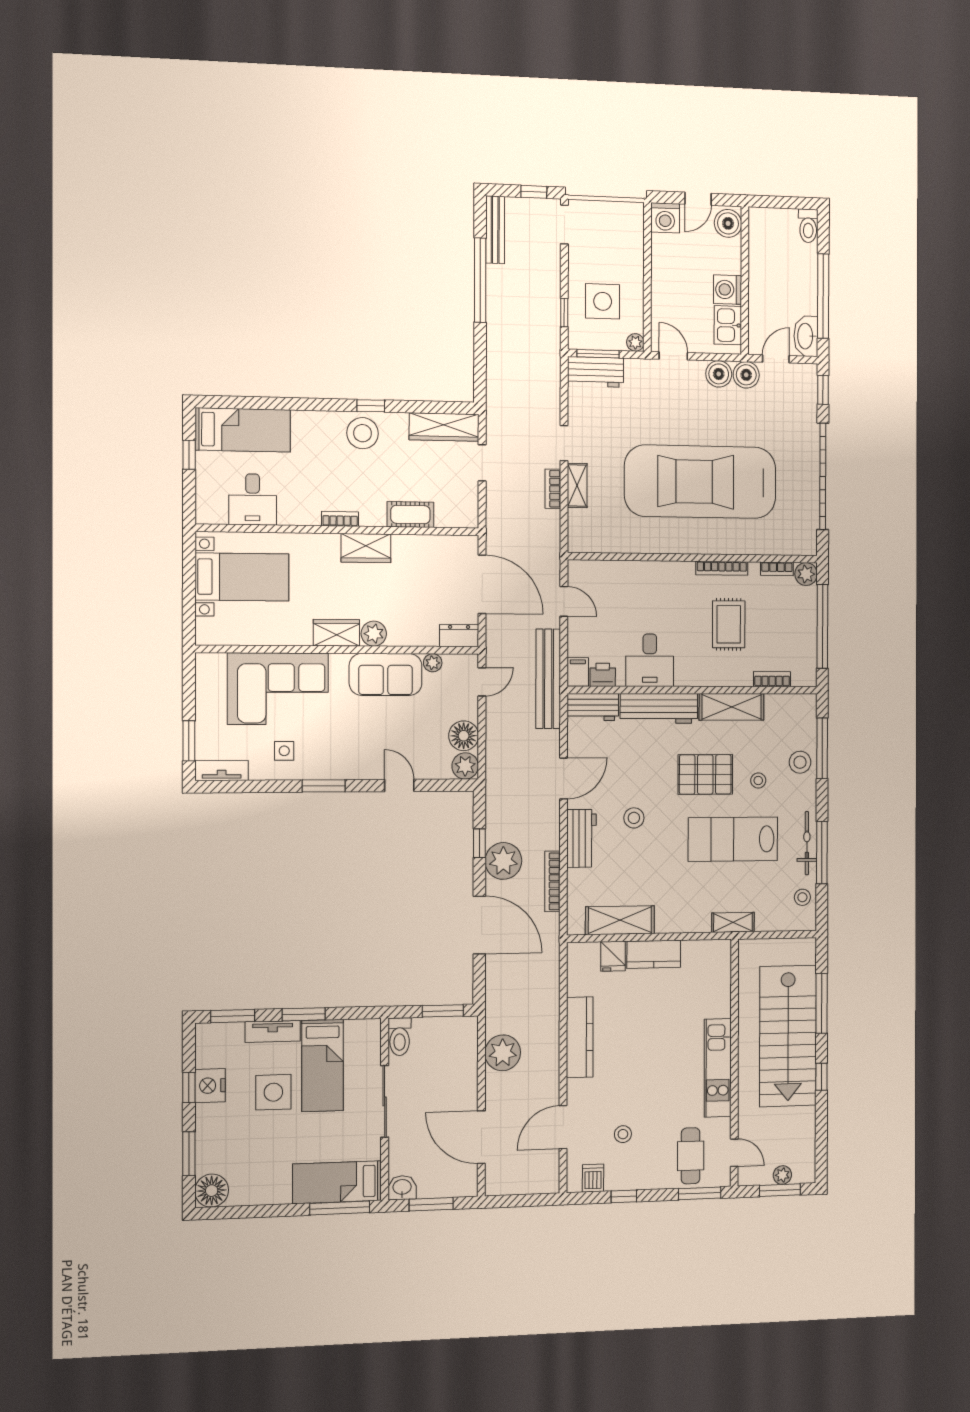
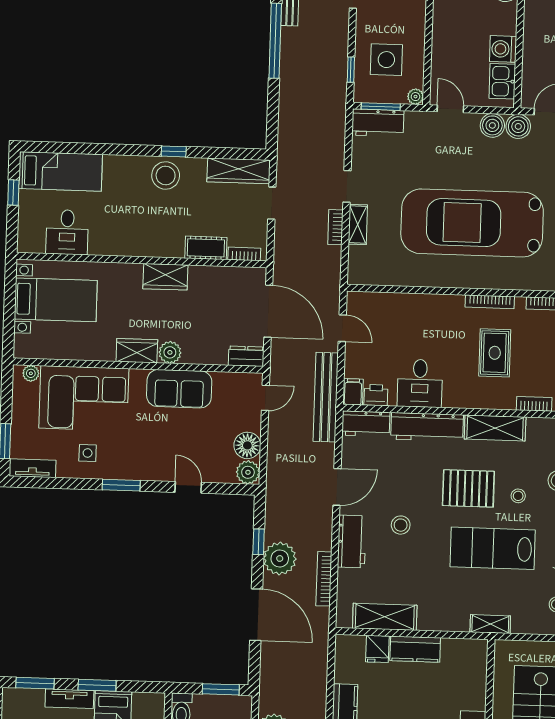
bookcase: (340, 519) -> (244, 254), moved
plant: (433, 663) -> (31, 373), moved

